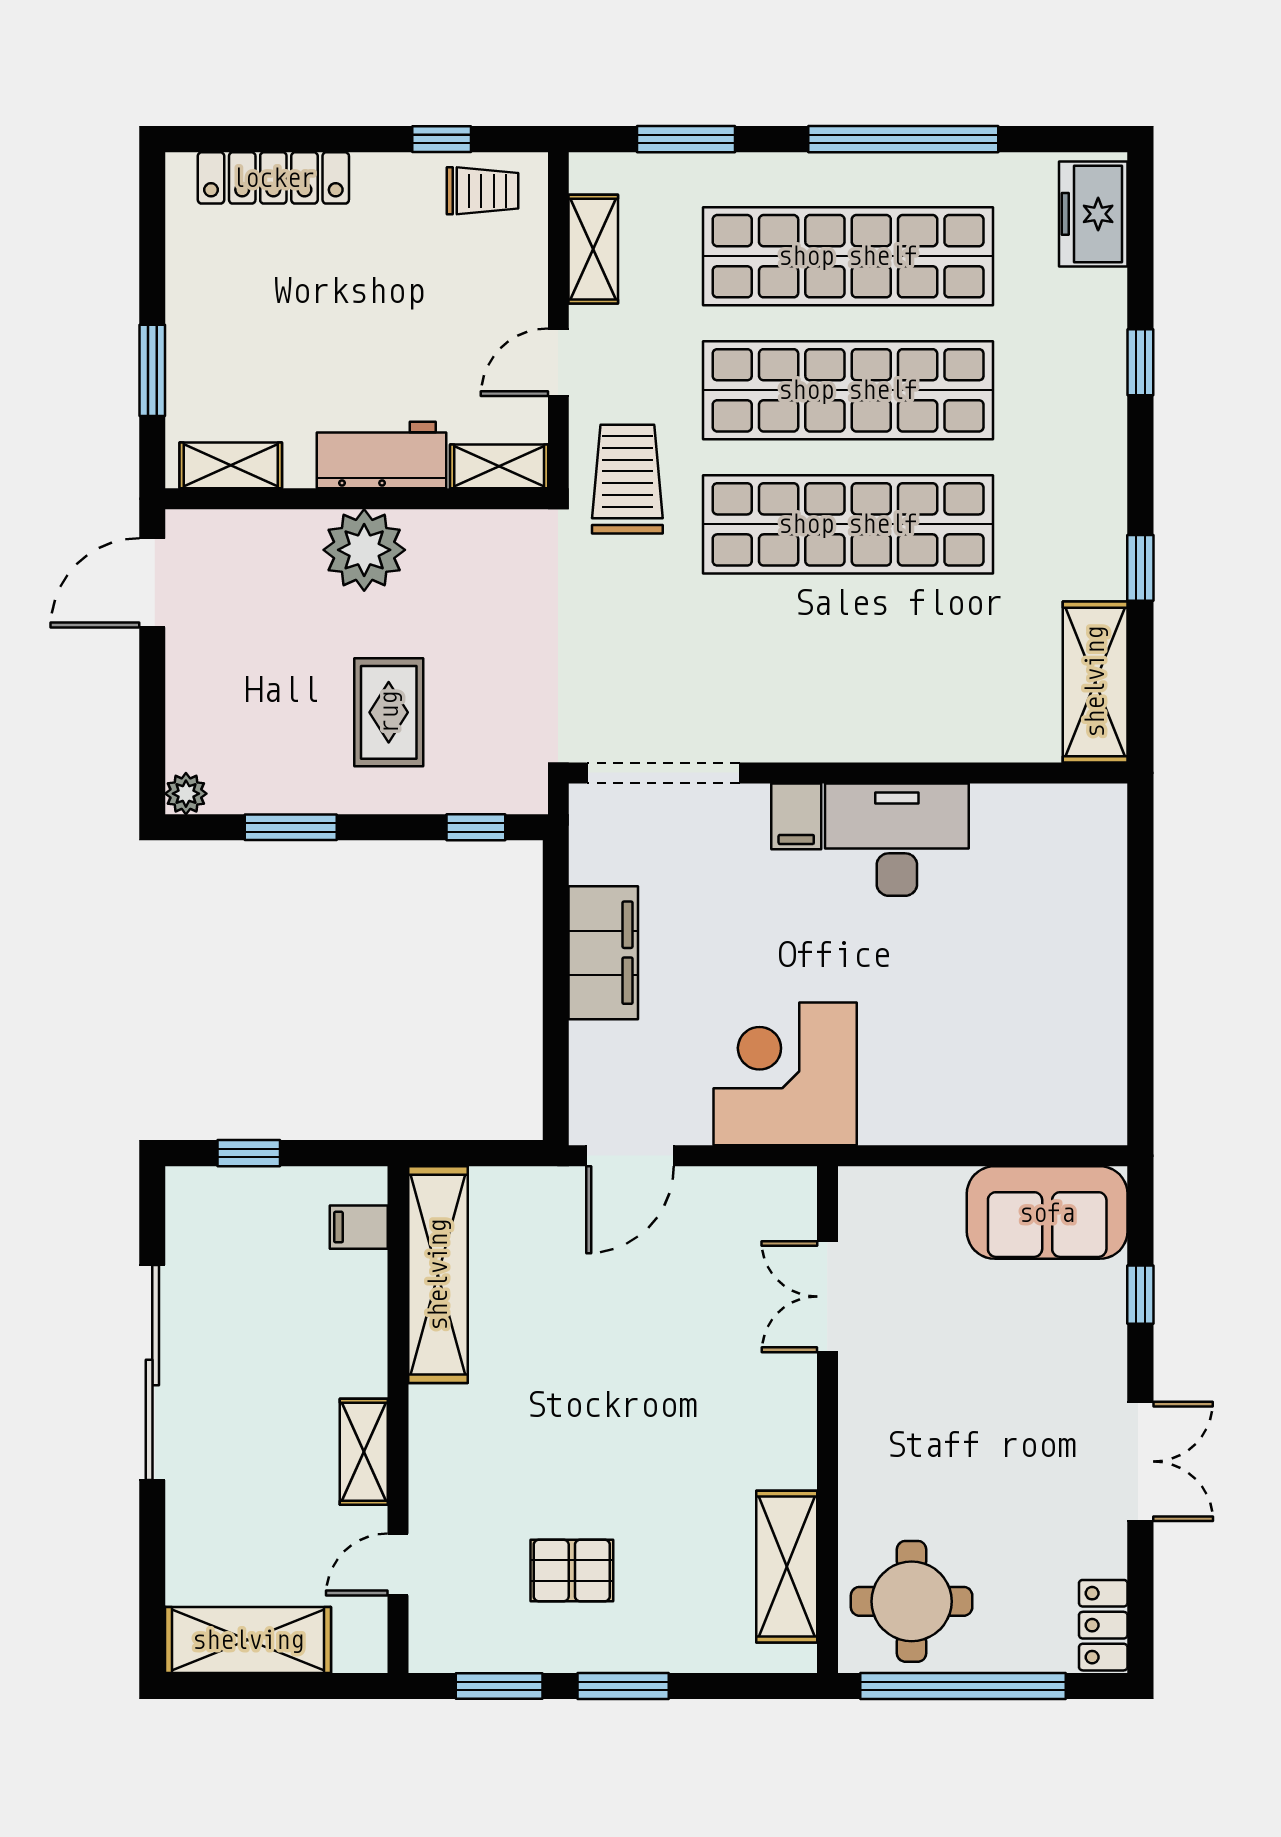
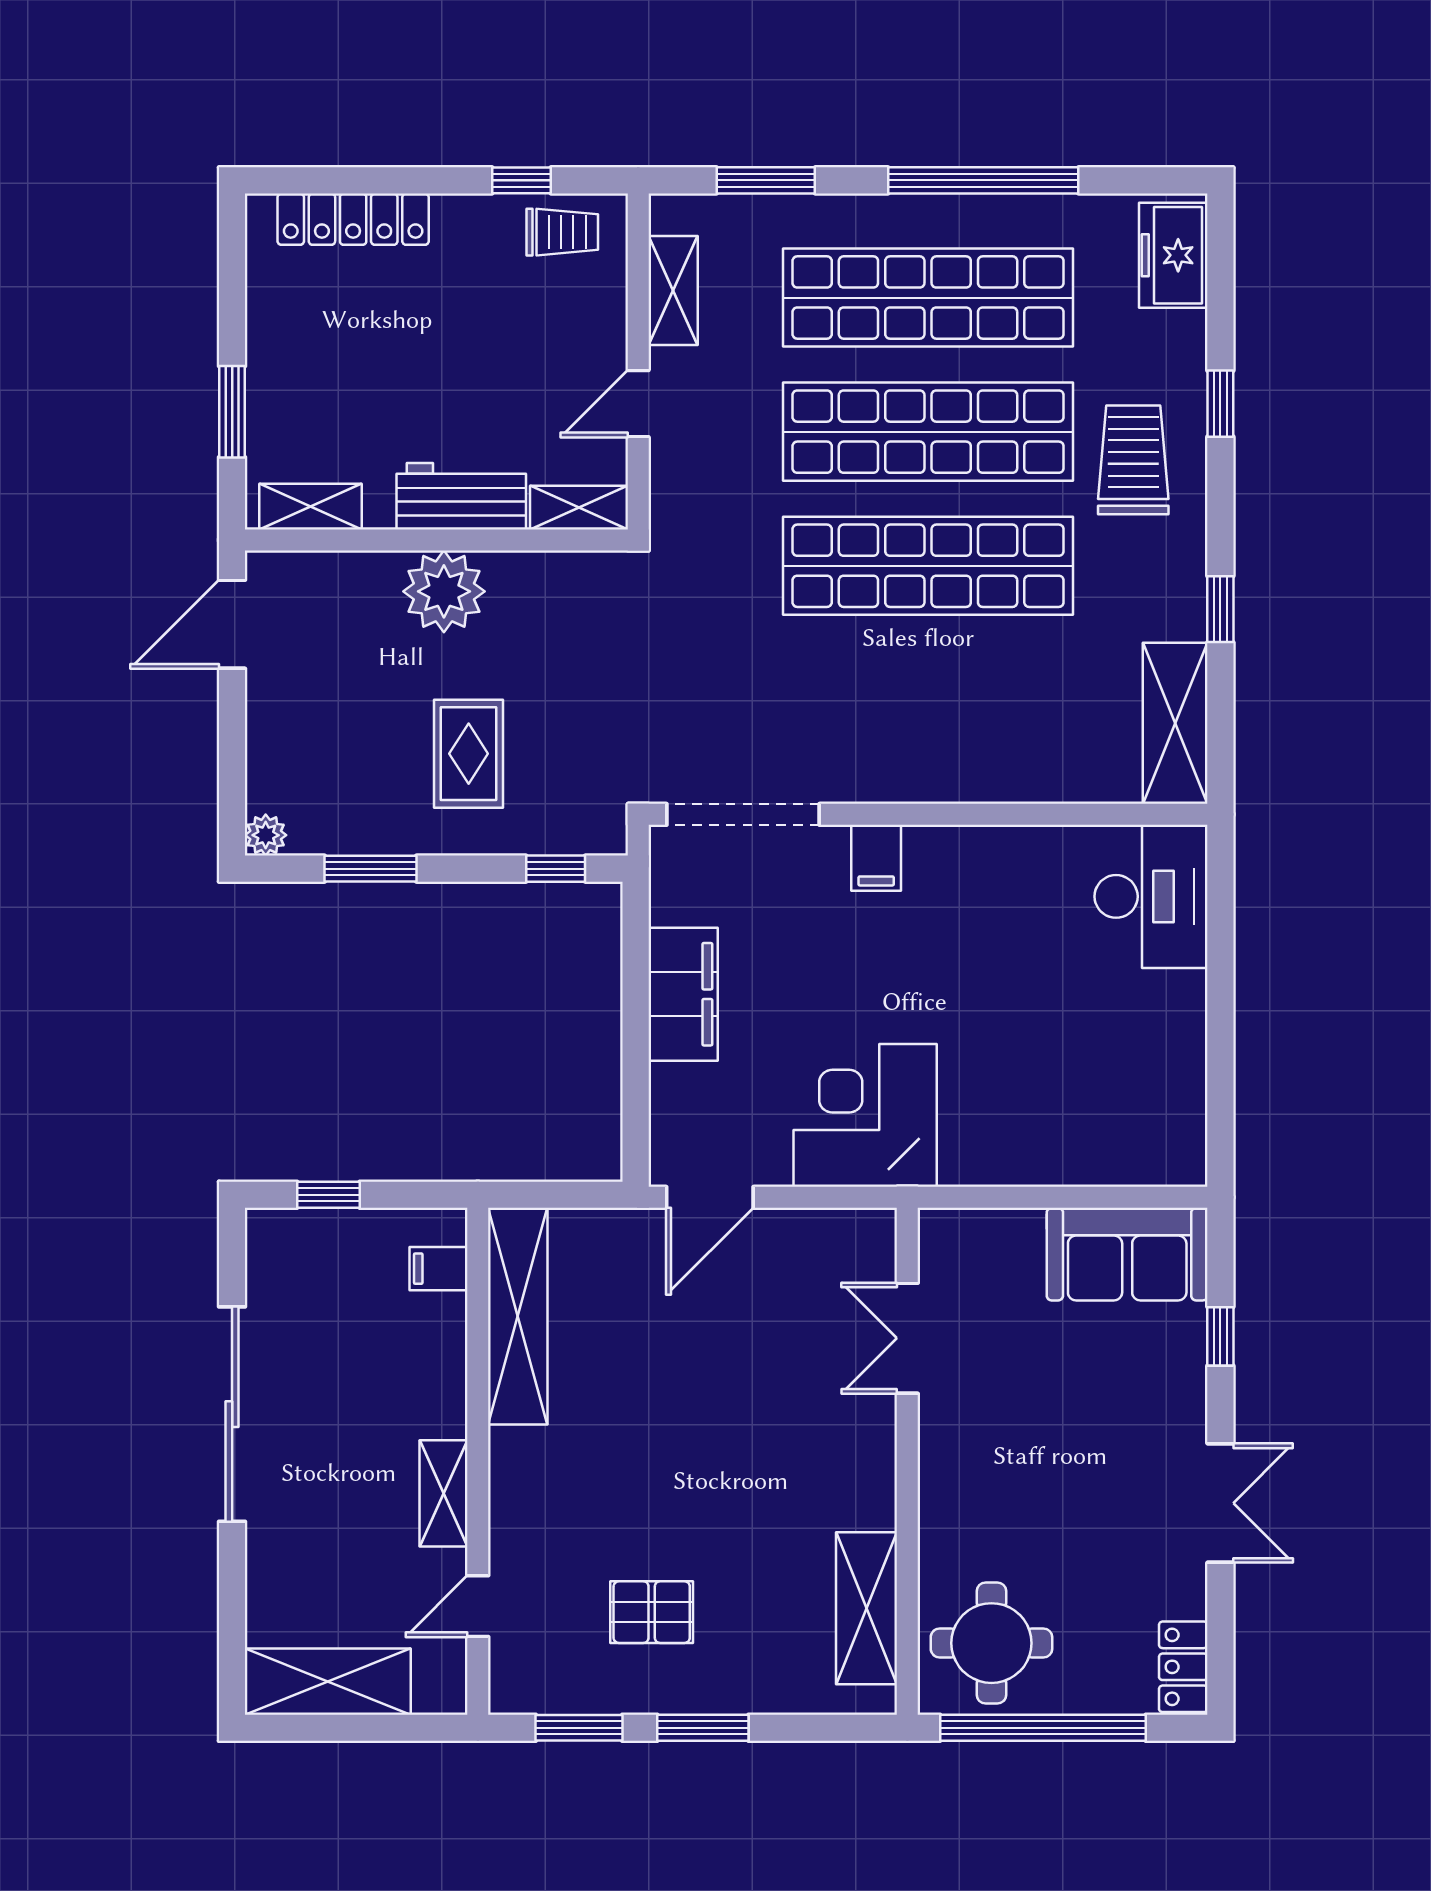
trolley: (627, 479) -> (1133, 460), moved
desk: (897, 840) -> (1151, 896), moved, turned 90

